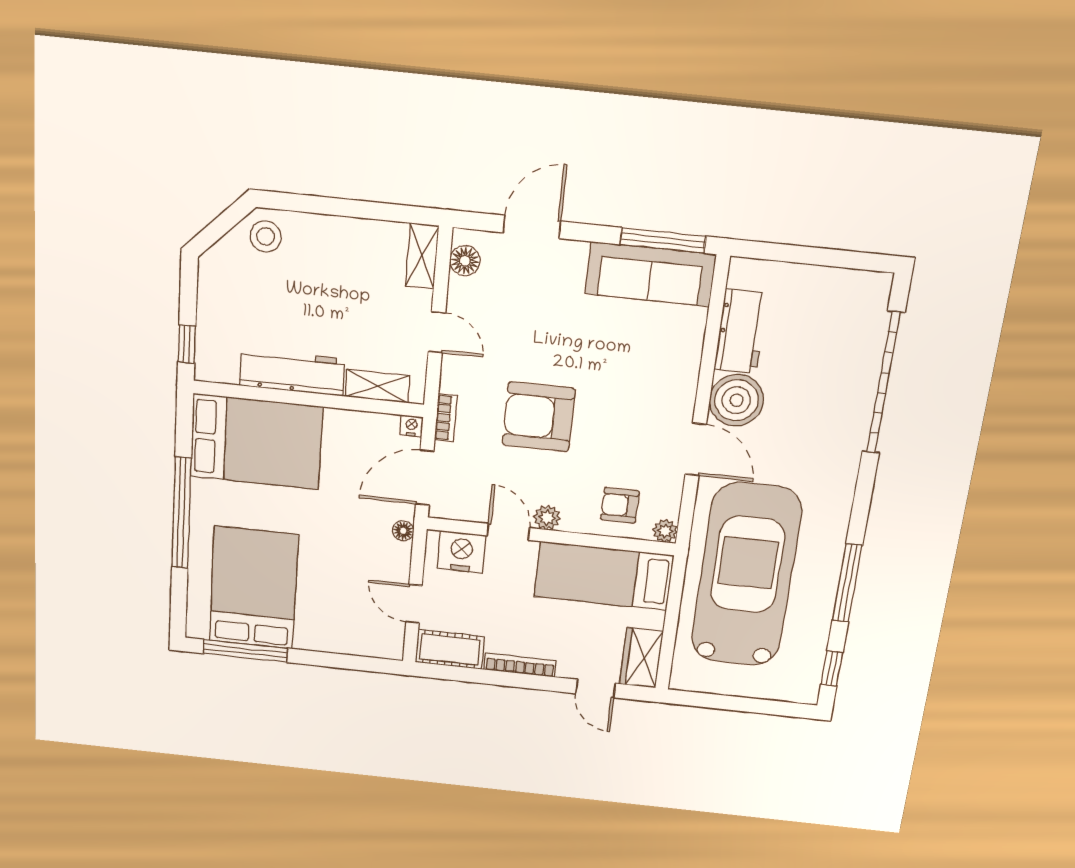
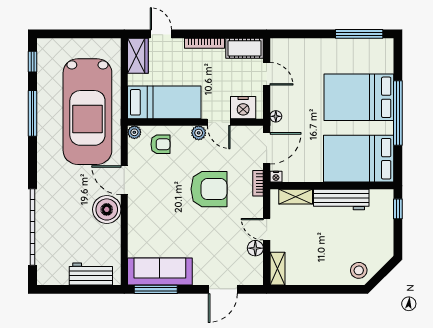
floor lamp: (465, 261) -> (255, 248), moved
workbench: (741, 332) -> (91, 274), moved, turned 90
bed: (254, 588) -> (359, 97), moved, turned 90

